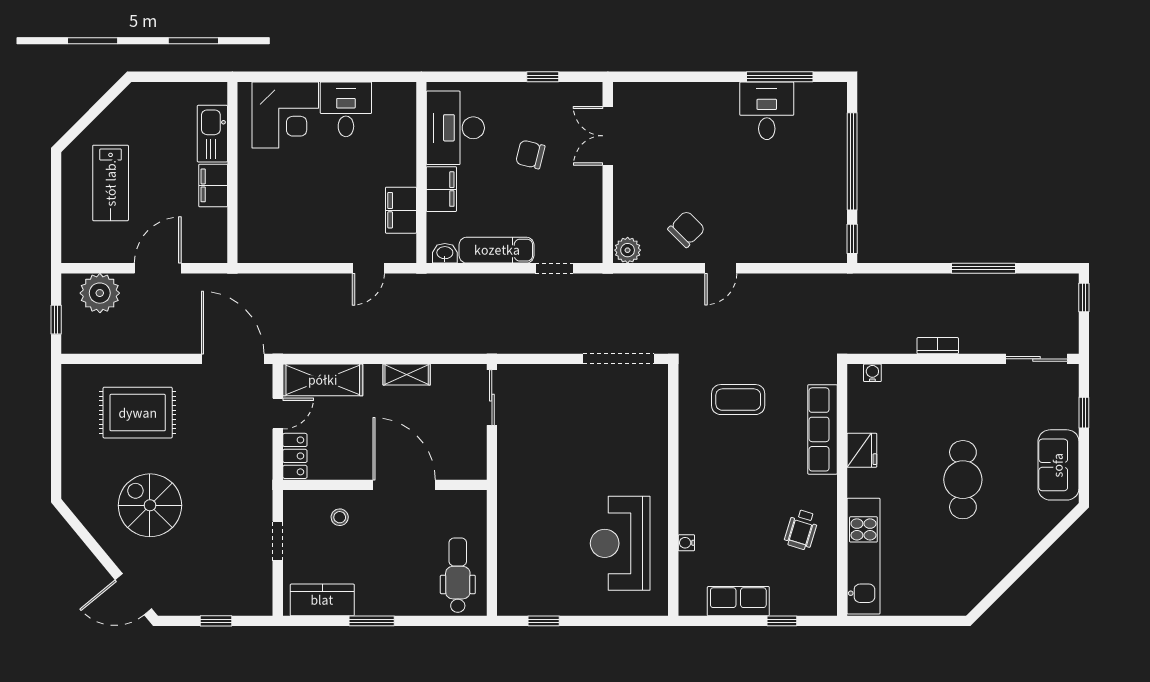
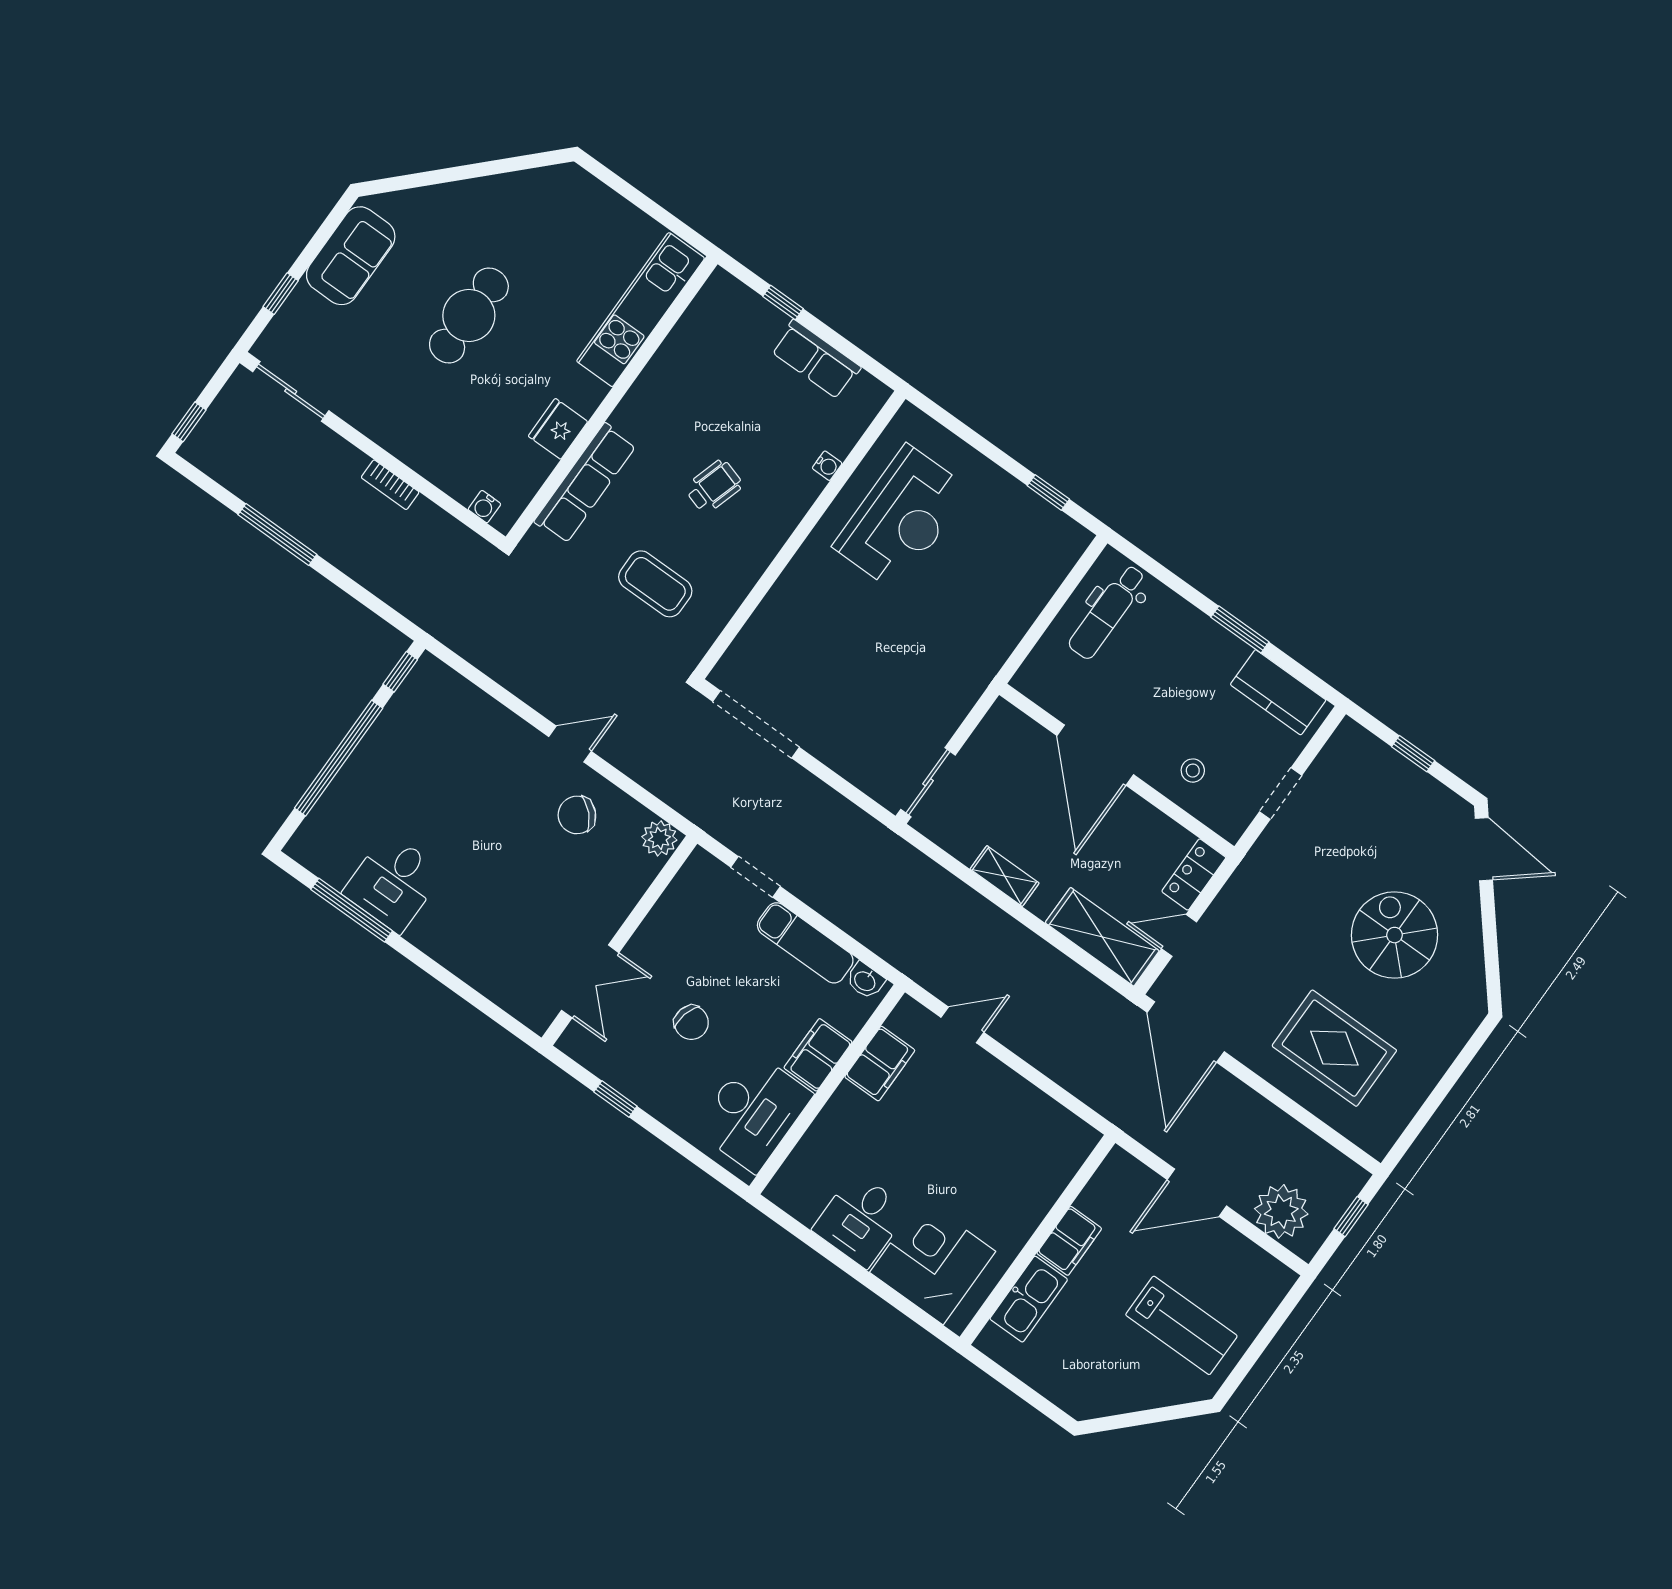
lab bench: (111, 183) -> (1181, 1325), turned 90
spiral stairs: (150, 505) -> (1394, 935), turned 180
wheelchair: (801, 530) -> (714, 486), moved

